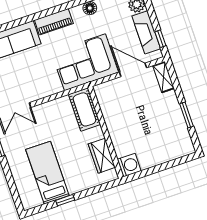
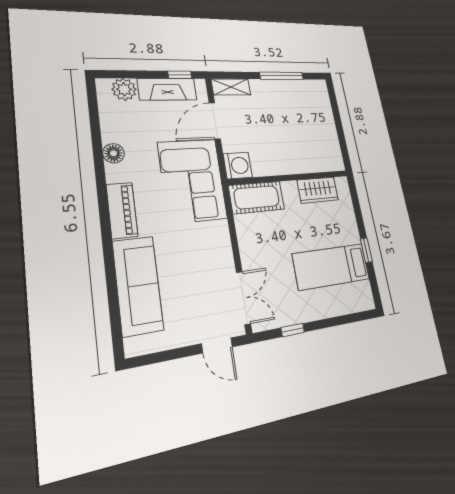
window: (186, 115) -> (282, 76), width x1.44
washing machine: (129, 165) -> (238, 166), moved, turned 90

